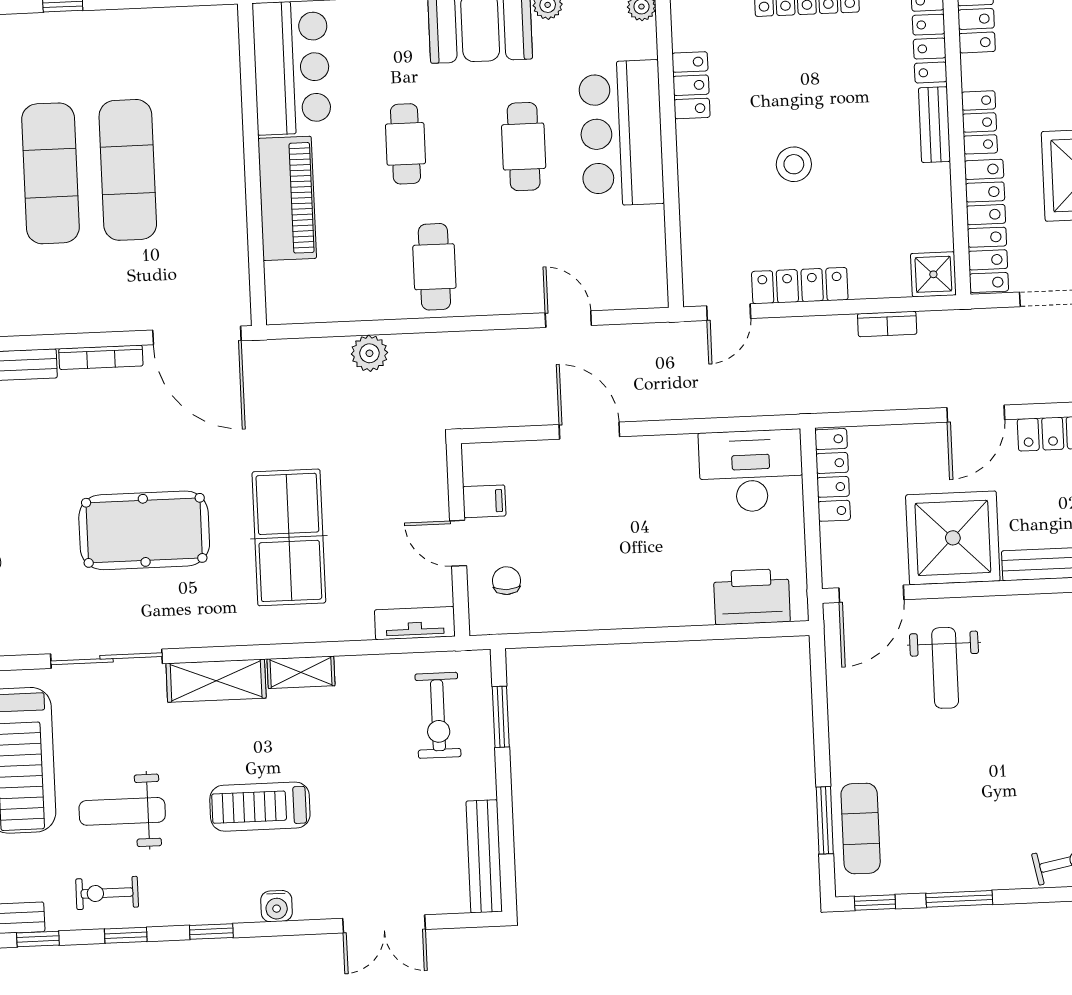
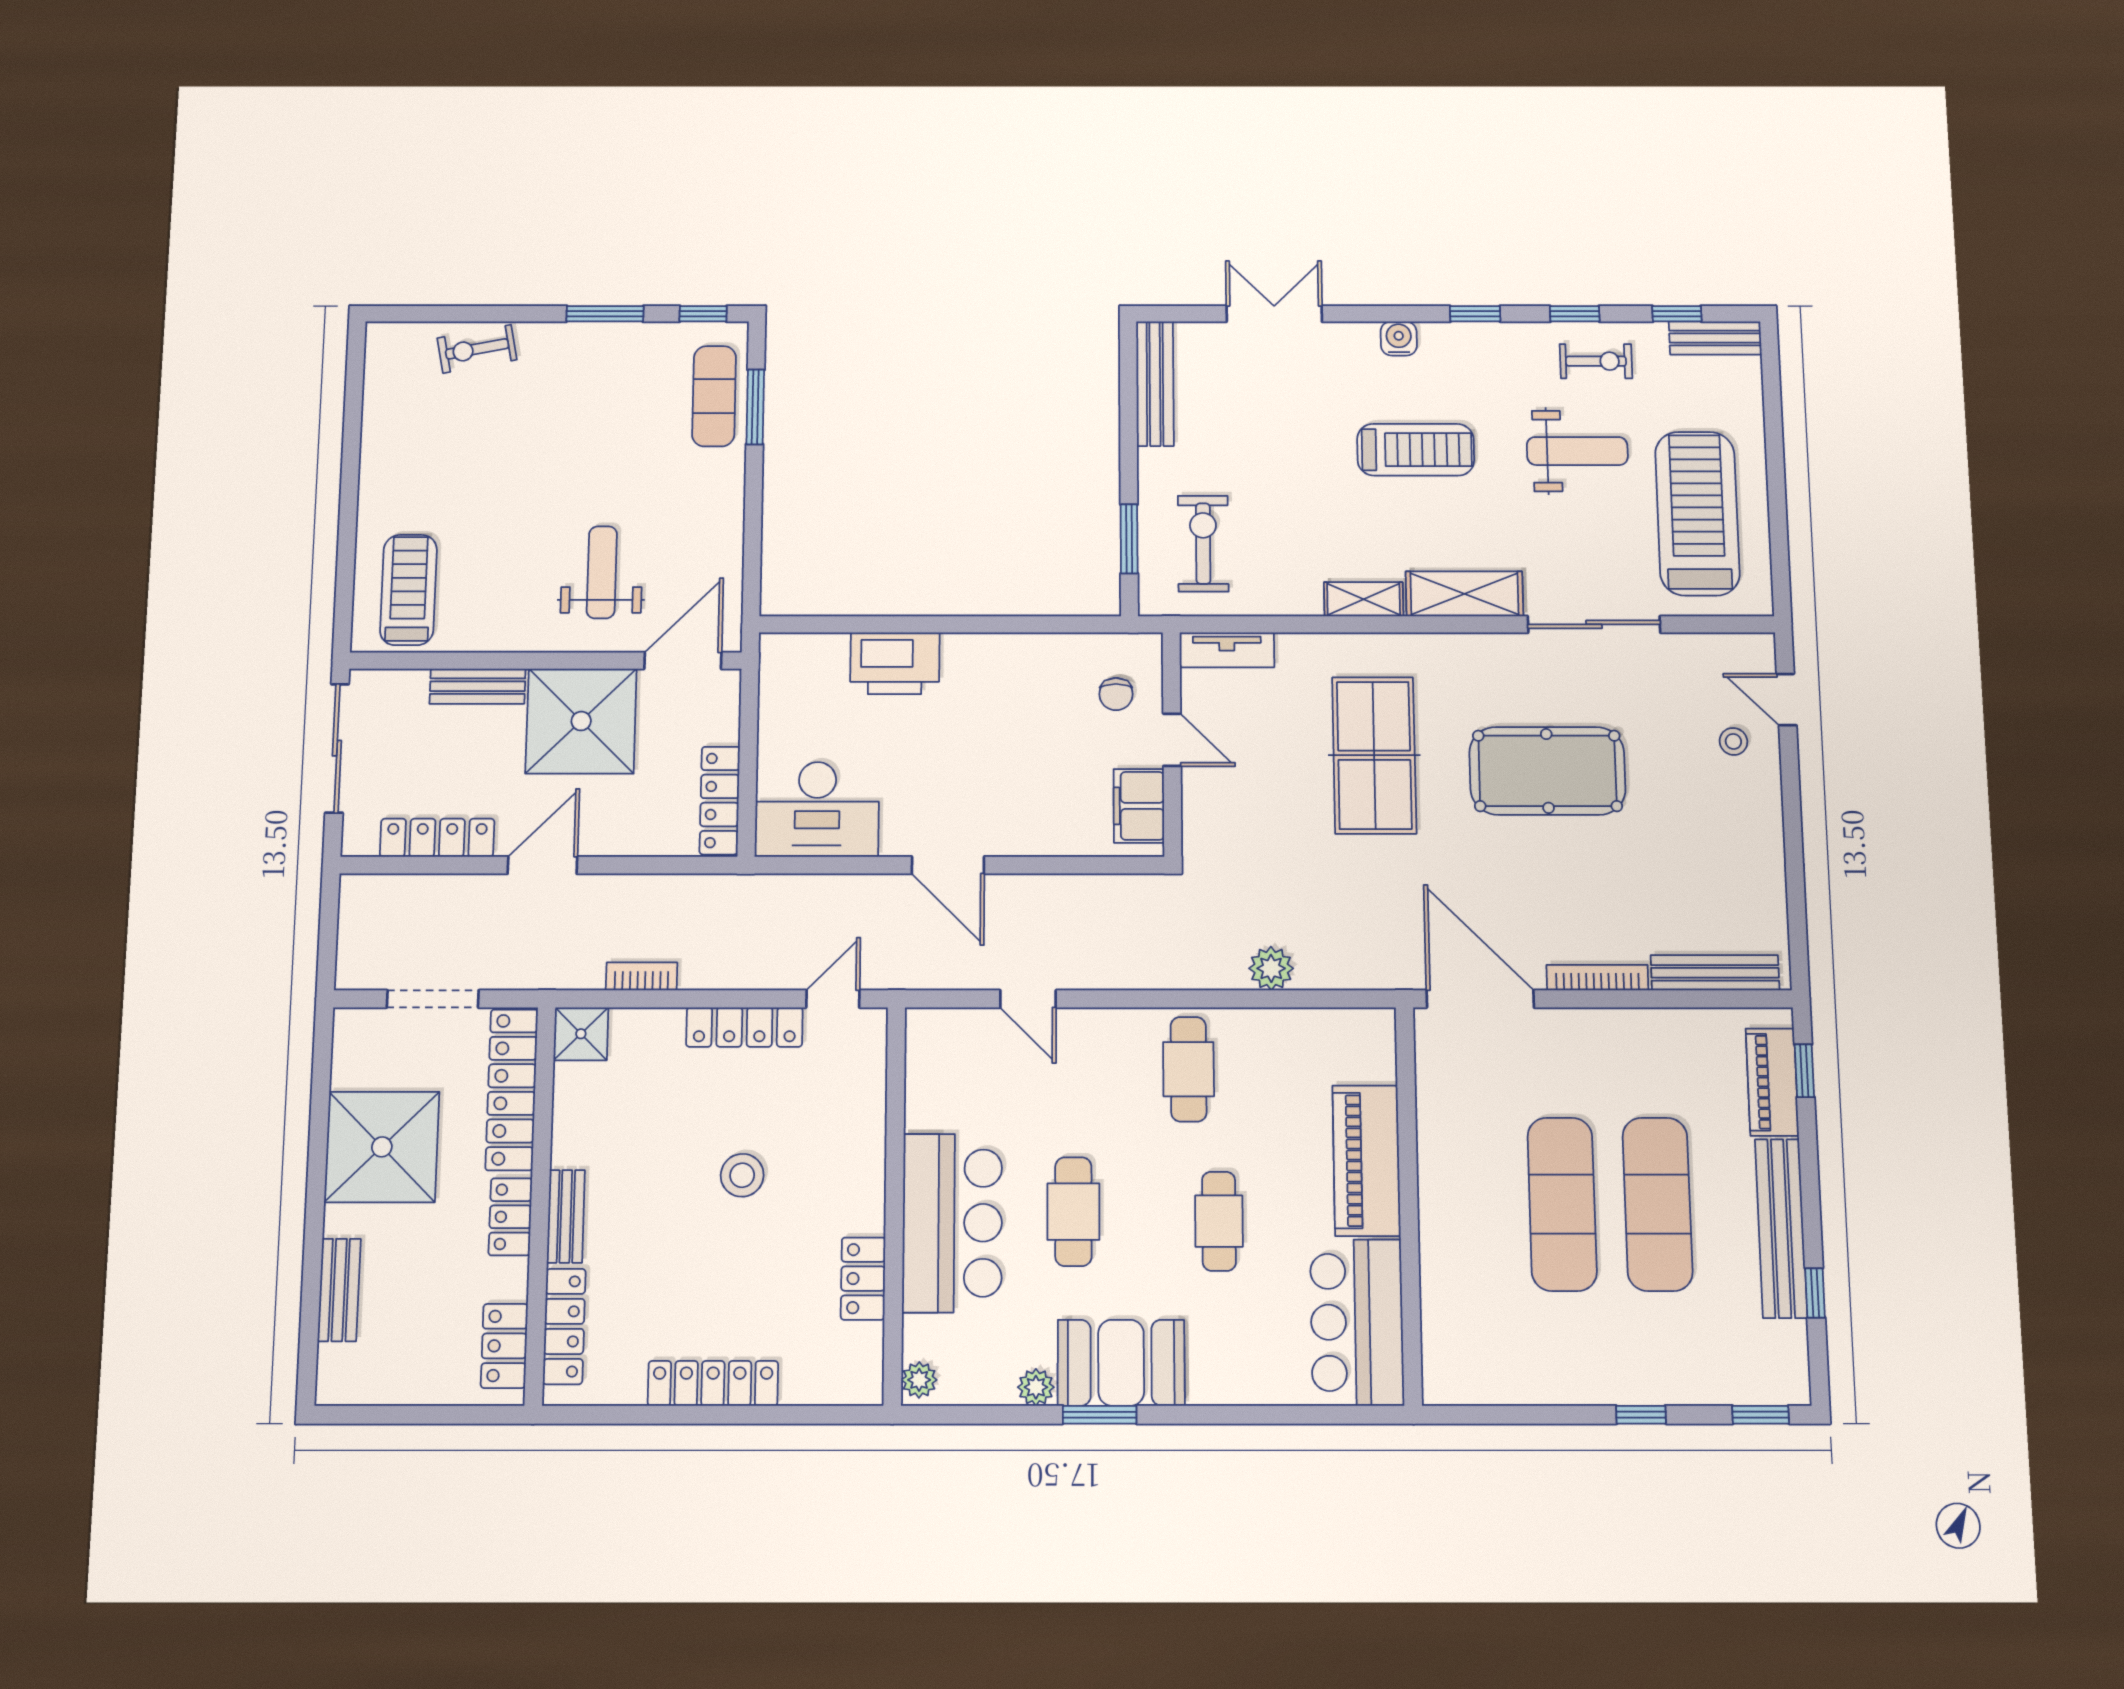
door: (589, 431) -> (948, 865), moved
filing cabinet: (484, 501) -> (1139, 806), width x2.00
printer: (752, 597) -> (895, 663), moved

